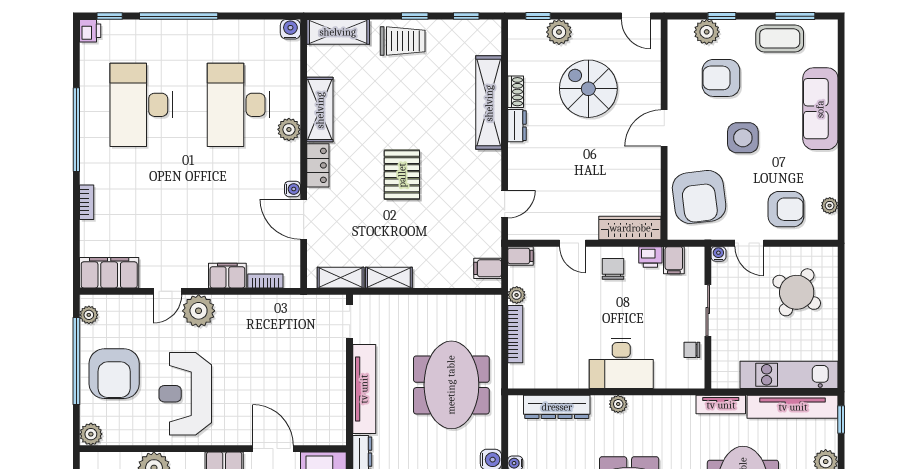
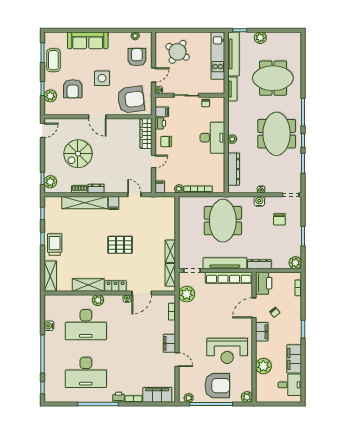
water cooler: (290, 29) -> (49, 326), moved
printer: (90, 31) -> (119, 397), moved
plant: (559, 32) -> (50, 182), moved
filing cabinet: (488, 268) -> (114, 203), moved
filing cabinet: (109, 273) -> (157, 395), moved, turned 90
filing cabinet: (227, 276) -> (169, 343), moved
plant: (199, 311) -> (187, 294), moved
meeting table: (451, 385) -> (223, 221), turned 90
row of seats: (335, 397) -> (229, 278), added

